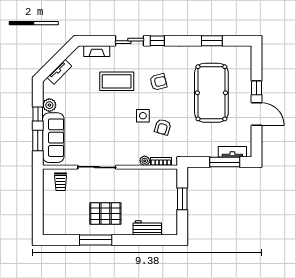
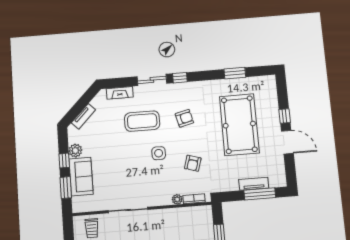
side table: (143, 116) -> (159, 153), moved
sofa: (53, 138) -> (81, 177), width x0.73
tv unit: (232, 152) -> (254, 184), moved

